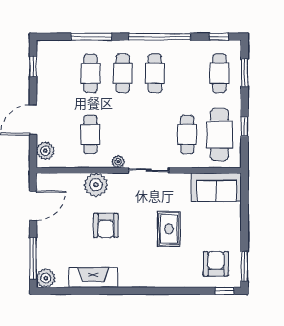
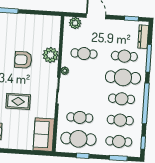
dresser: (59, 47) -> (143, 37), added
cafe table: (123, 73) -> (123, 77), width x1.37, depth x1.35
cafe table: (187, 73) -> (120, 120), added
door: (33, 206) -> (39, 13), removed

